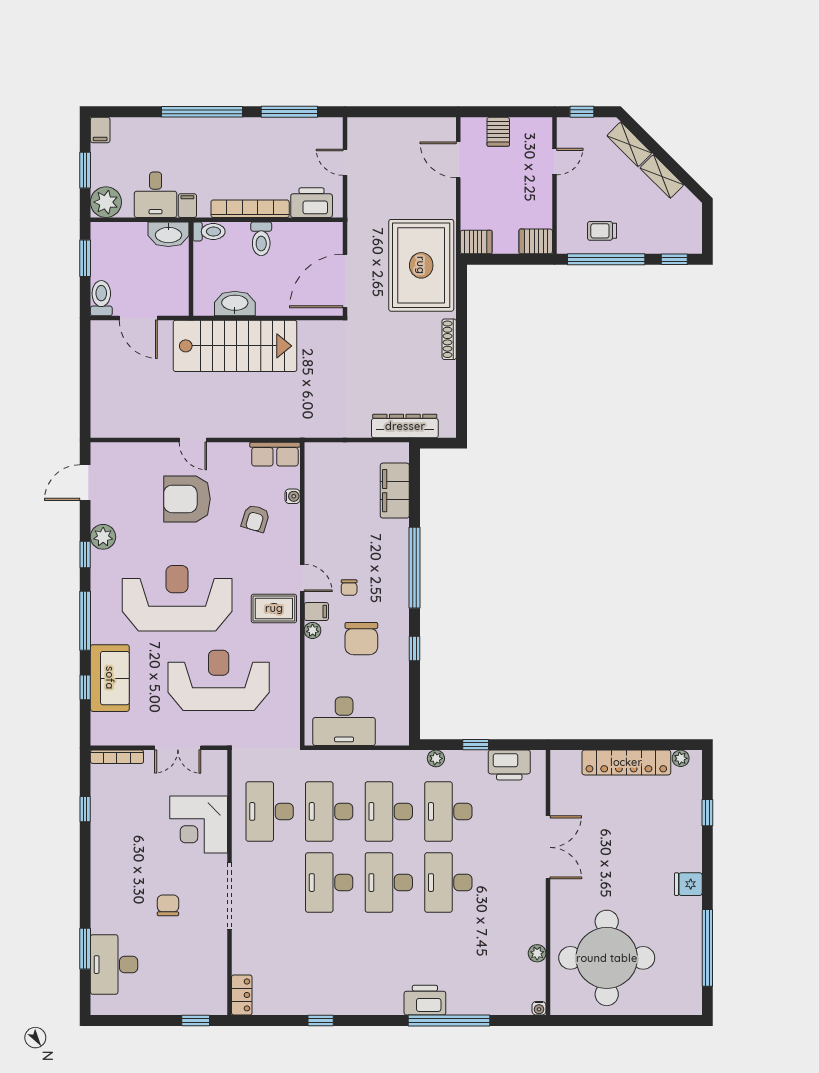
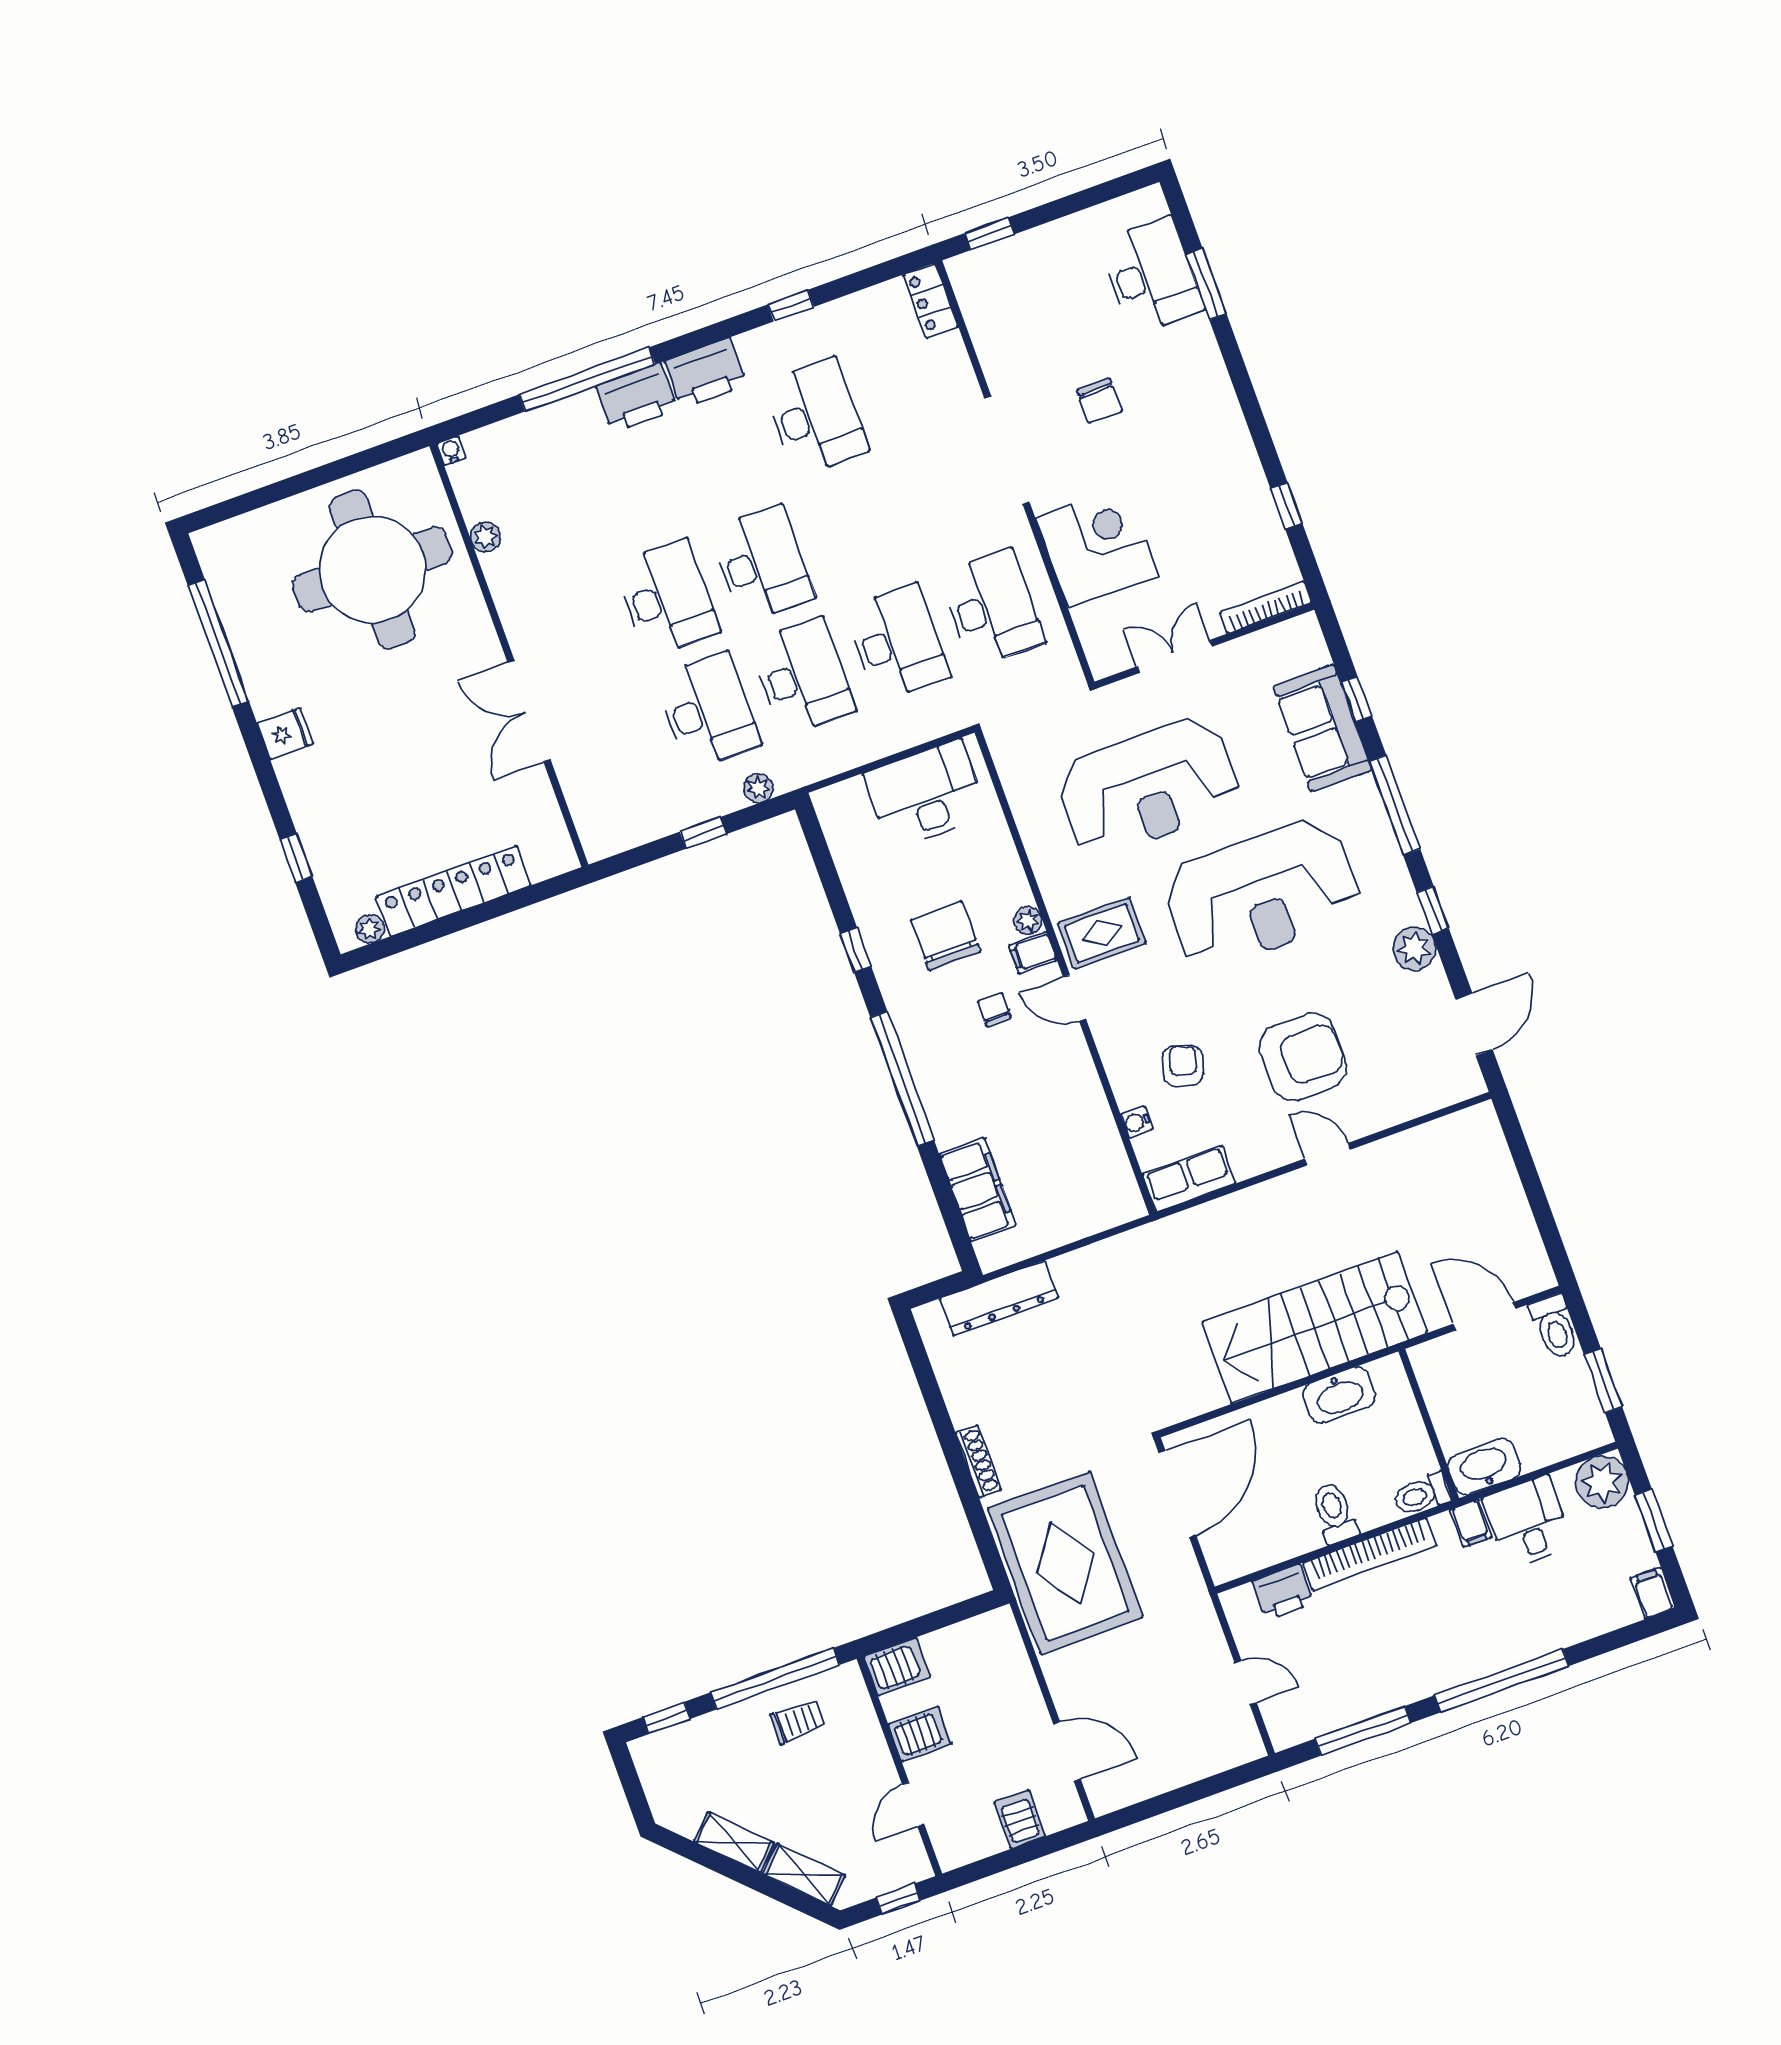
printer: (312, 203) -> (1283, 1592), width x0.73, depth x0.84
server rack: (476, 242) -> (920, 1734), moved, turned 180
printer: (509, 765) -> (706, 373), moved, turned 180
desk: (329, 883) -> (816, 417), moved

